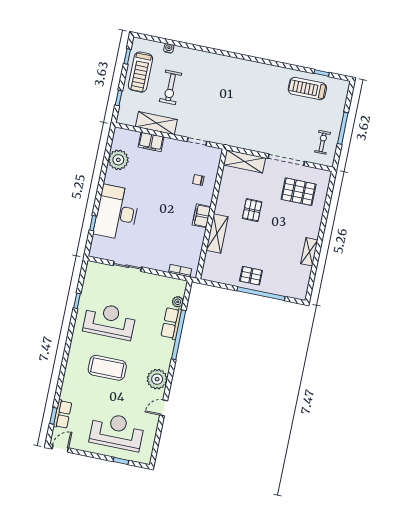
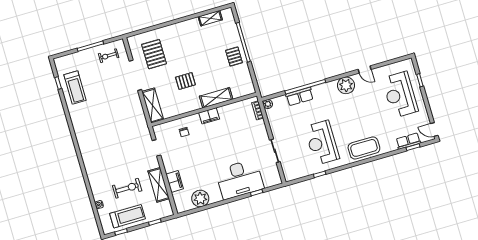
shelving: (309, 252) -> (210, 18), moved
plant: (178, 302) -> (268, 104), moved
coffee table: (107, 368) -> (364, 148), moved, turned 90

